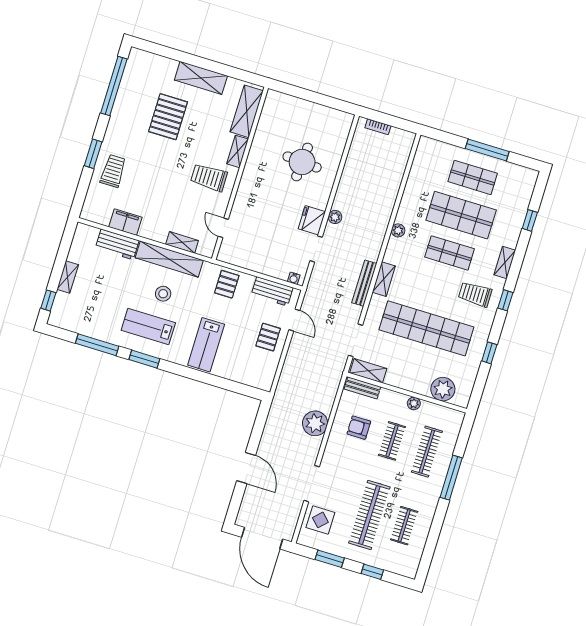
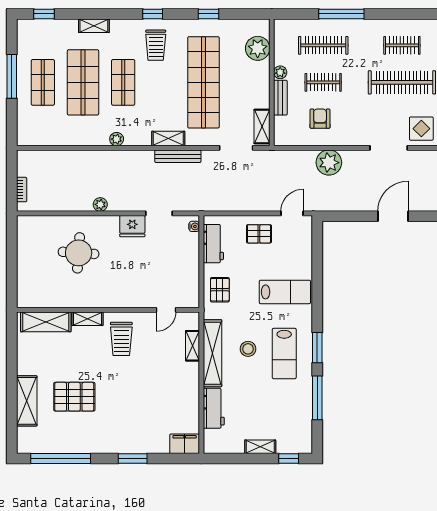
shelving: (201, 78) -> (27, 401), moved
trolley: (113, 171) -> (143, 434), removed
plant: (335, 217) -> (100, 204), moved
window: (530, 220) -> (44, 14), moved
filing cabinet: (125, 222) -> (185, 444), moved, turned 90
shelving: (505, 262) -> (94, 26), moved
pallet: (227, 284) -> (220, 290), turned 90
door: (294, 320) -> (292, 213), moved
bench: (362, 388) -> (280, 98), moved
armchair: (359, 428) -> (320, 119), turned 180

